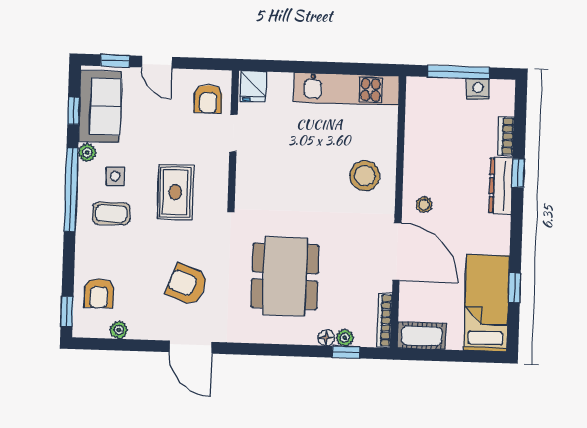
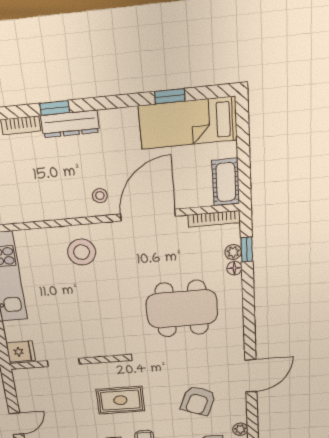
armchair: (208, 99) -> (39, 384), removed
armchair: (187, 285) -> (198, 401), moved

